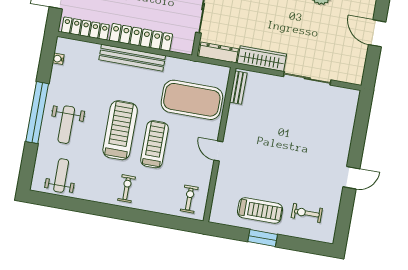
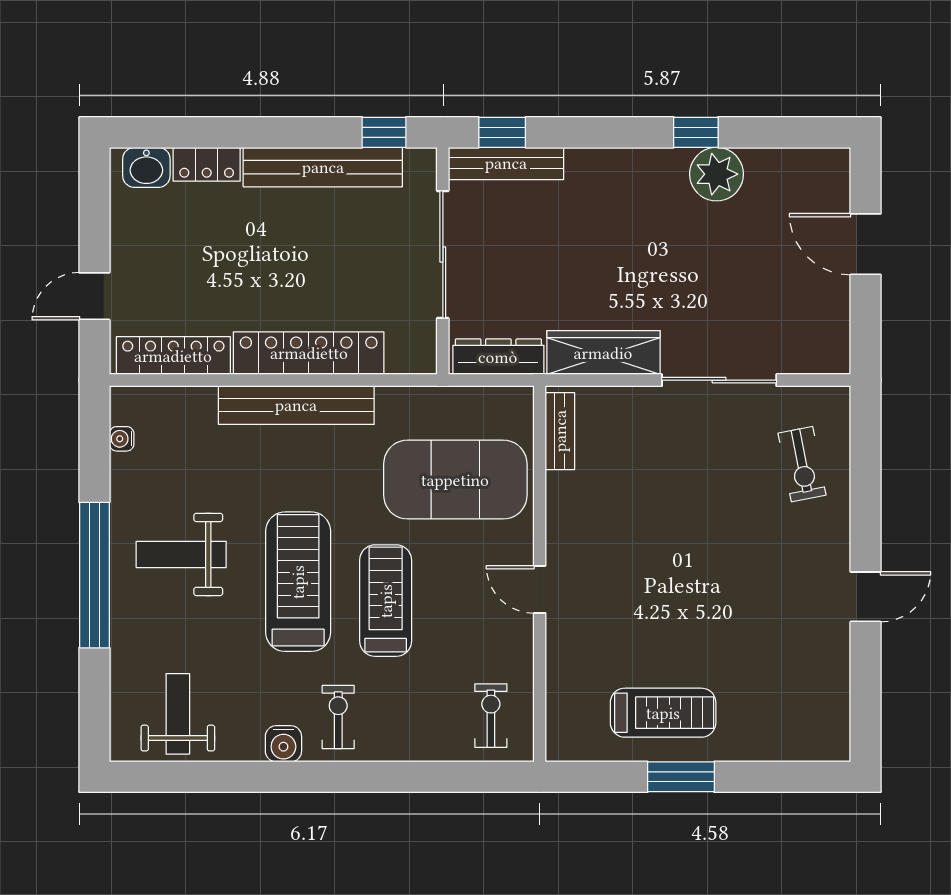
weight bench: (66, 125) -> (181, 554), moved, turned 90
water cooler: (102, 195) -> (283, 744), added
exercise bike: (307, 213) -> (802, 464), moved, turned -101

